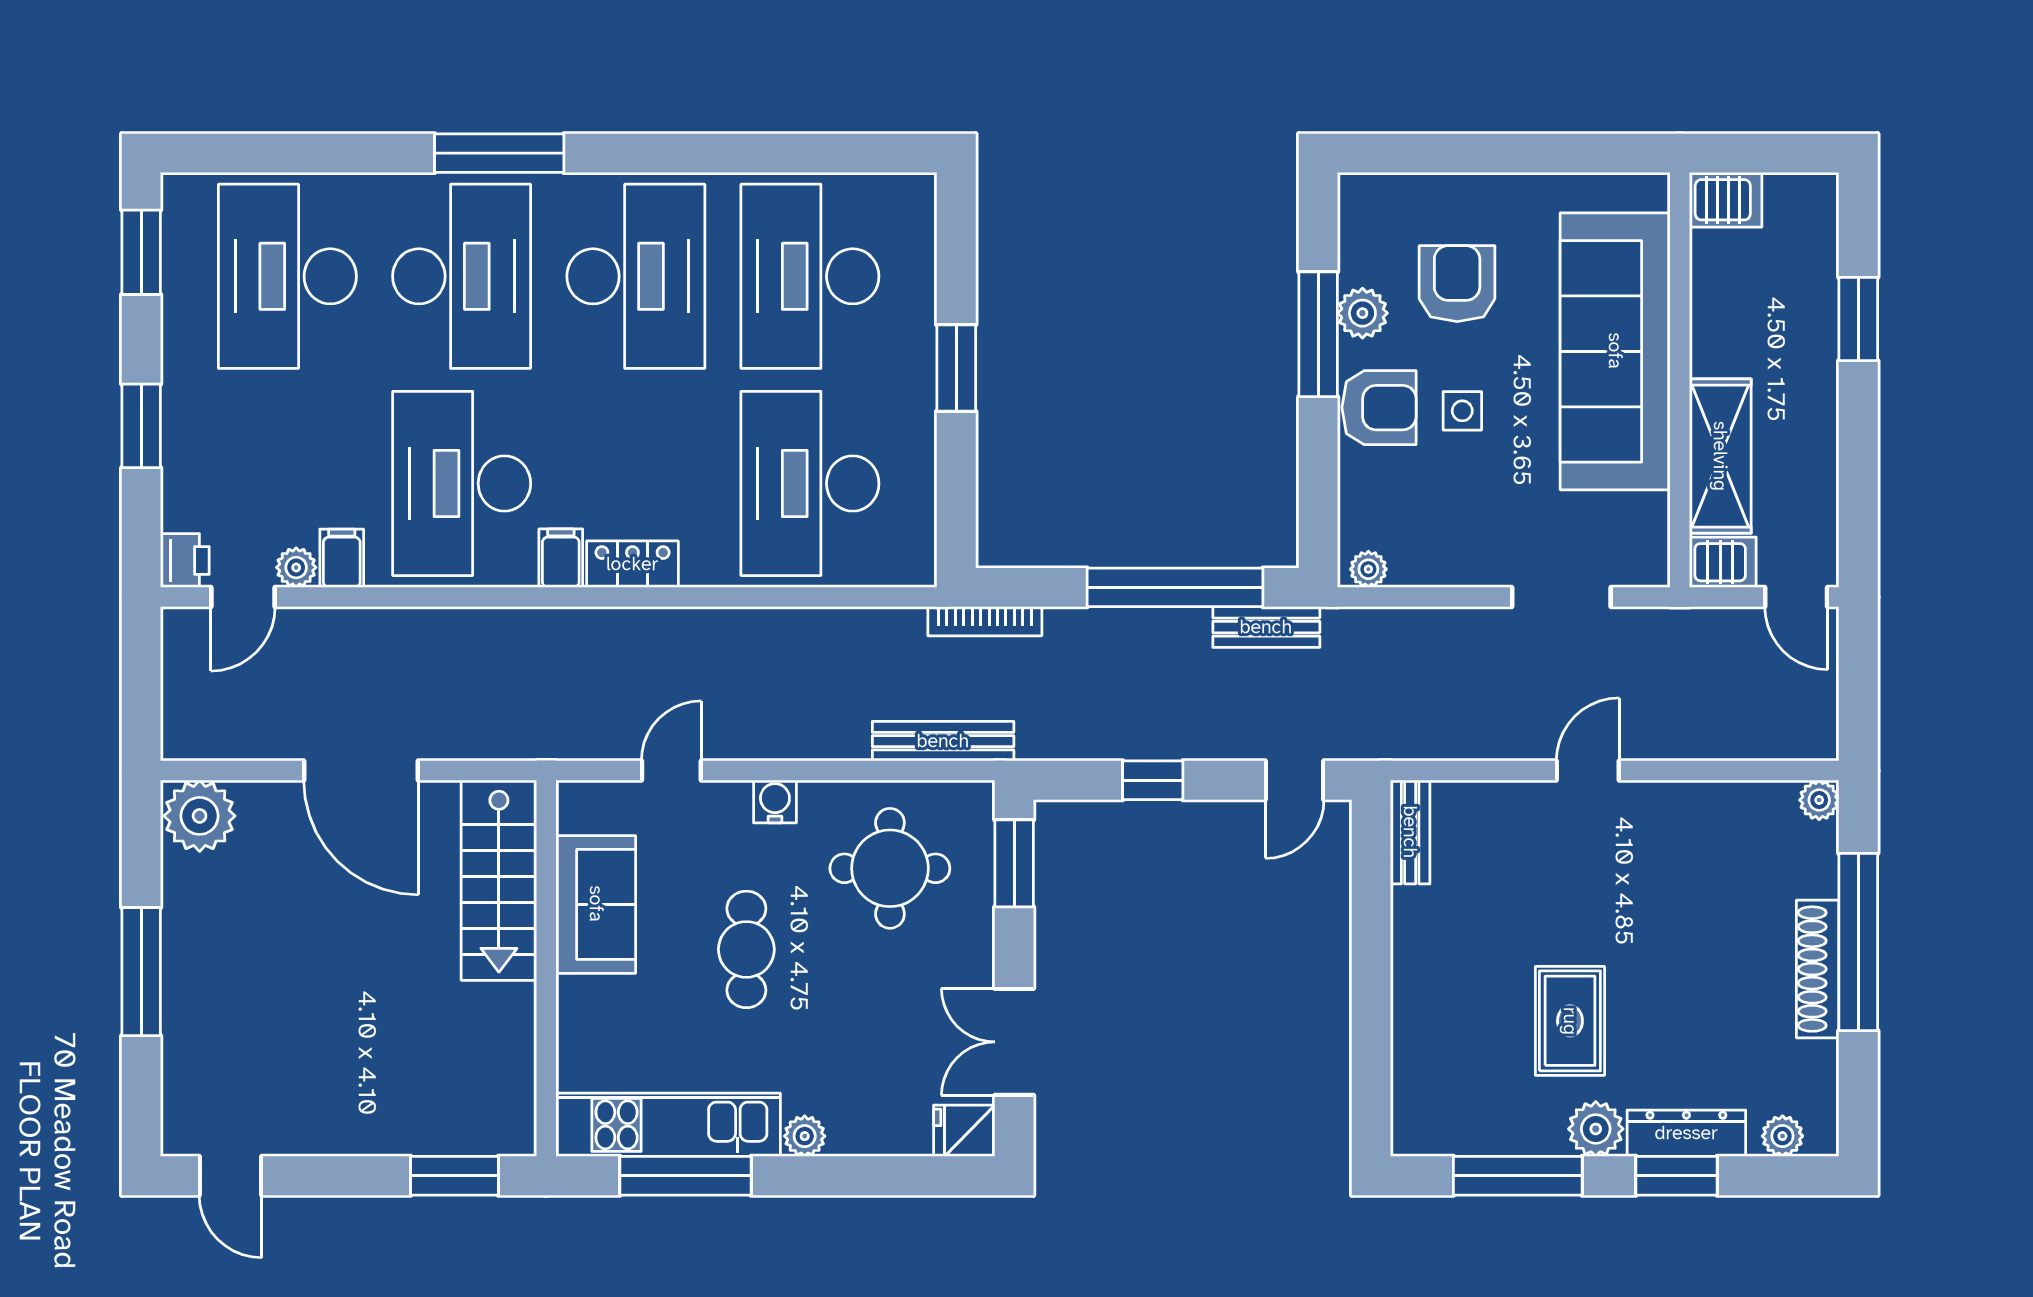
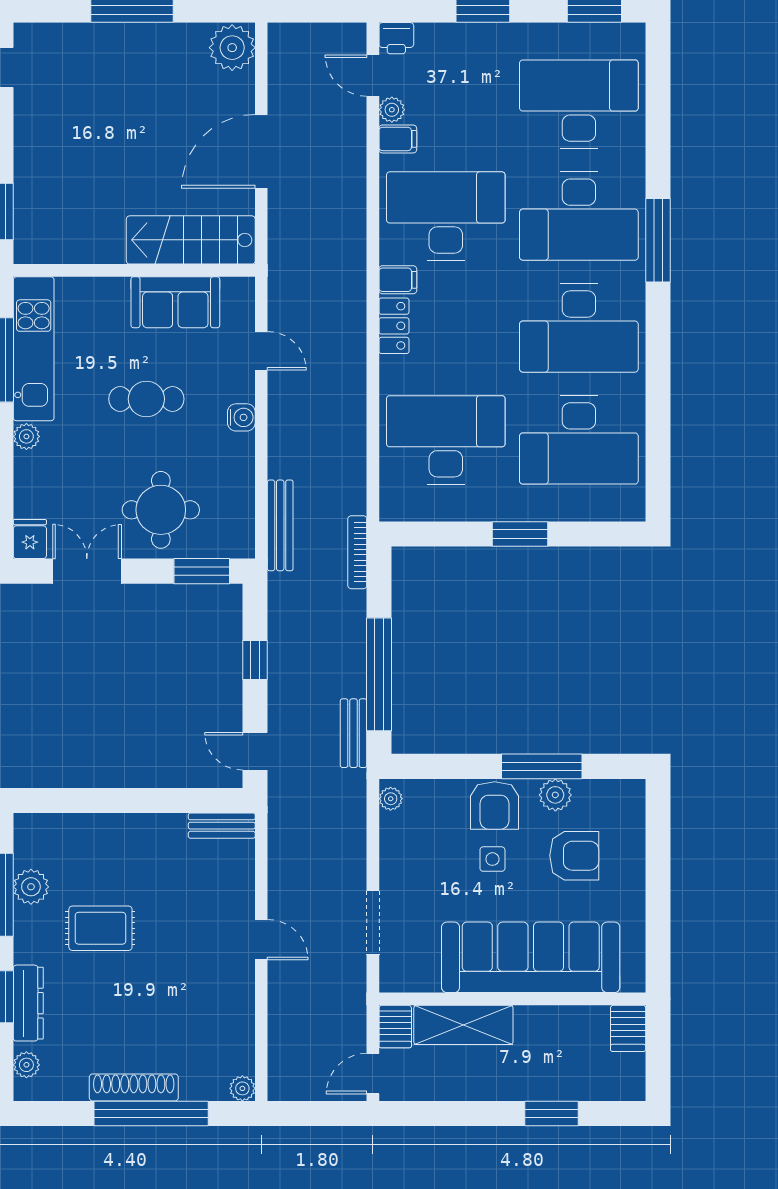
desk: (810, 276) -> (579, 440), turned 180
round table: (890, 868) -> (161, 510), moved
plant: (1596, 1129) -> (31, 887), moved

